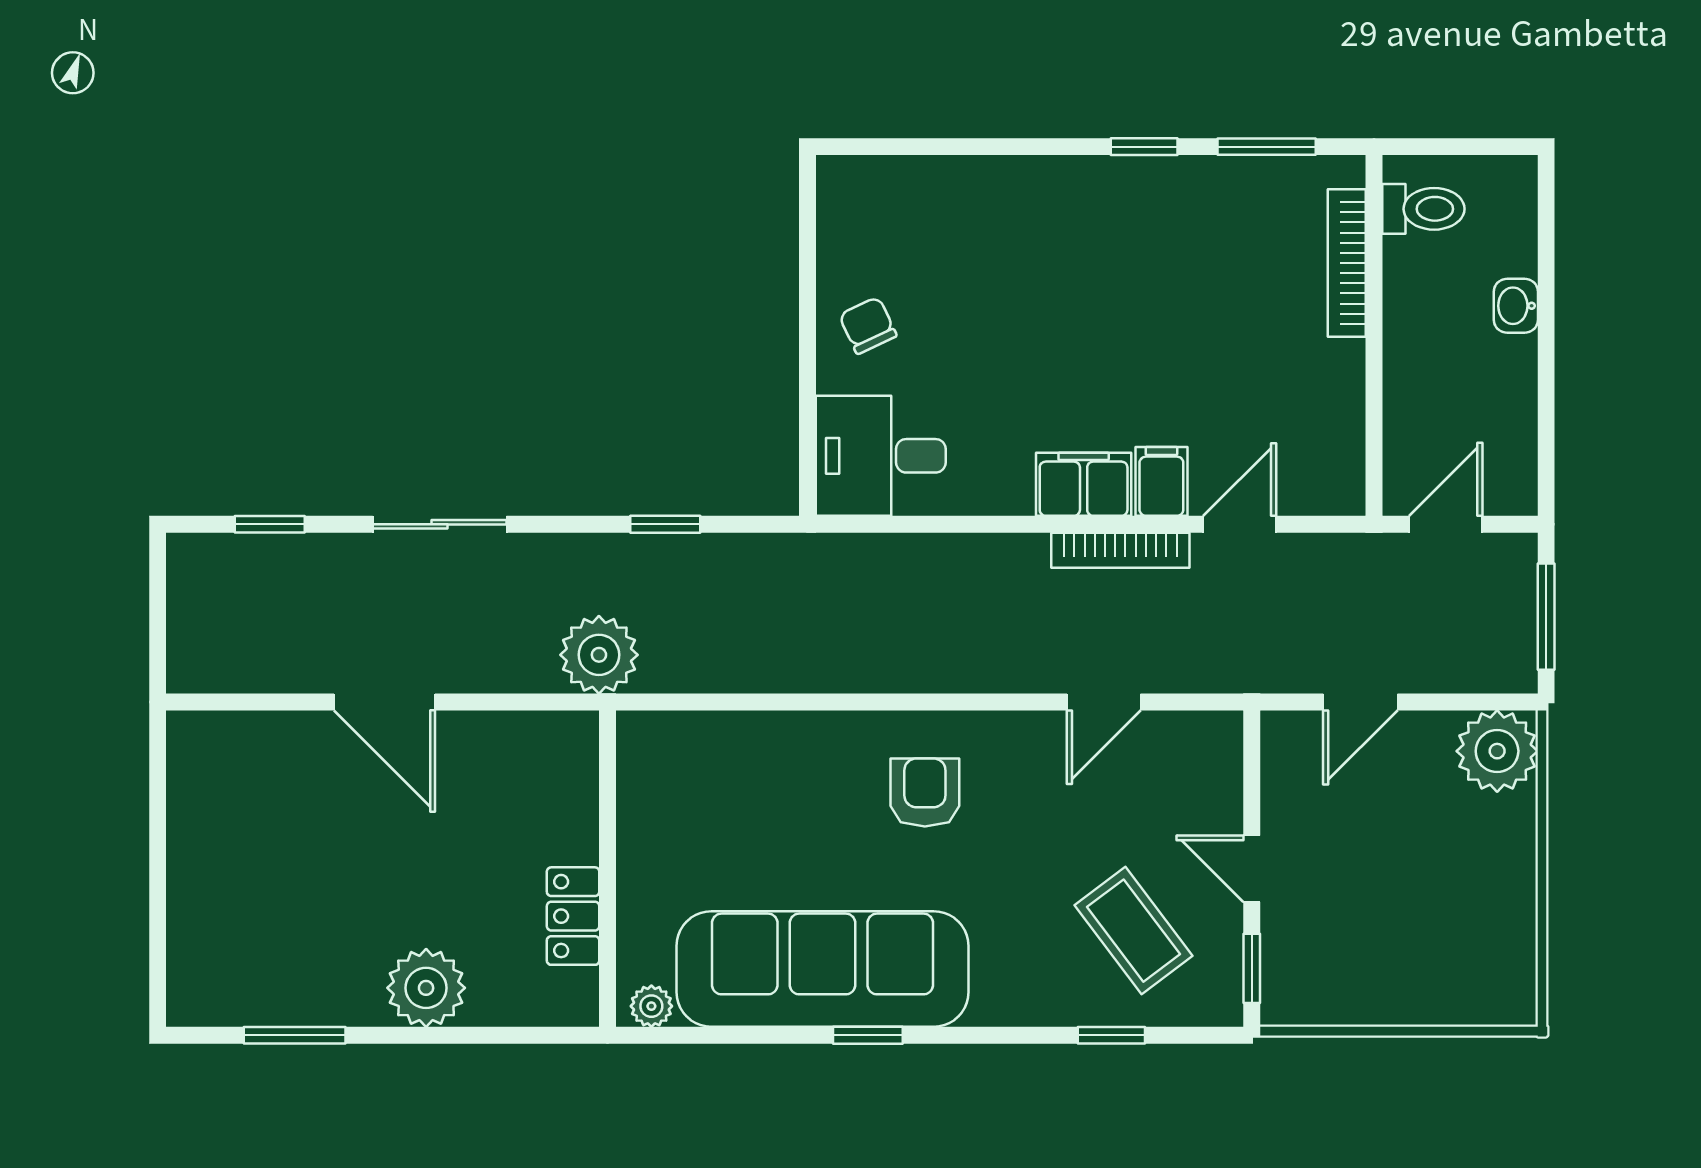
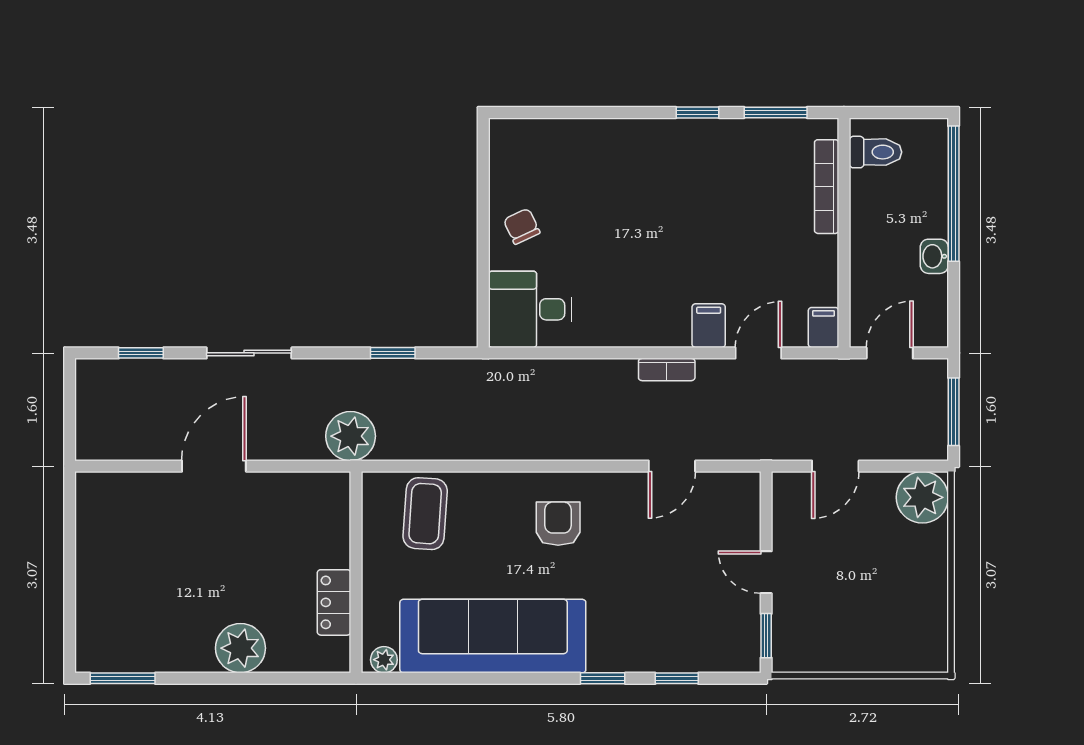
window: (1546, 274) -> (954, 194), added
washbasin: (1516, 306) -> (934, 256), moved
filing cabinet: (1084, 484) -> (824, 327), moved, width x0.50
bookcase: (1120, 550) -> (667, 369), width x0.64
door: (384, 702) -> (214, 466), swing flipped
coffee table: (1134, 931) -> (425, 514), moved, turned 41
window: (295, 1035) -> (123, 678), moved
window: (868, 1035) -> (603, 678), moved

